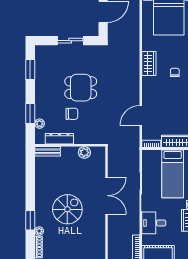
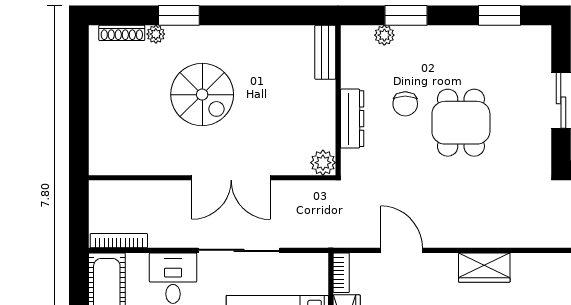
wardrobe: (149, 64) -> (484, 268), moved
dresser: (59, 139) -> (352, 119), moved
plant: (84, 152) -> (323, 163), moved

